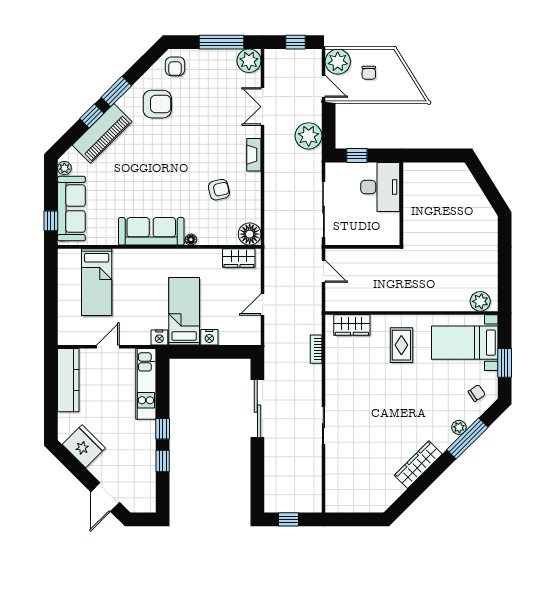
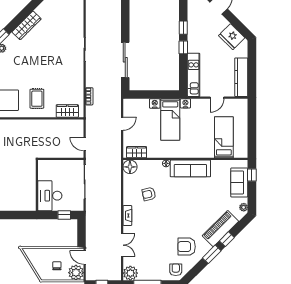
plant: (309, 136) -> (94, 227), removed
sofa: (71, 209) -> (239, 182), width x0.73

